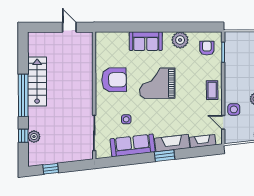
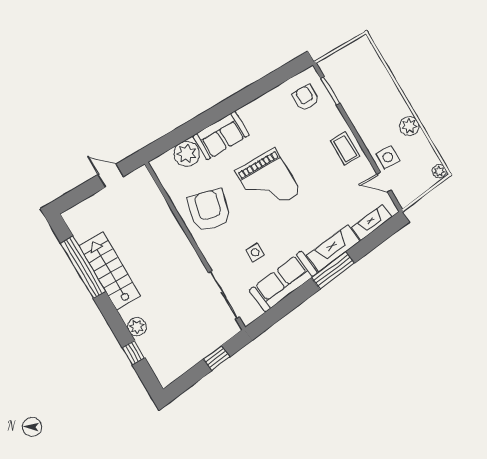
plant: (180, 40) -> (187, 154), moved
armchair: (114, 80) -> (209, 210), turned -74
grand piano: (157, 83) -> (268, 182), turned -90
window: (23, 95) -> (83, 267), moved
plant: (34, 137) -> (137, 327), moved
window: (165, 156) -> (333, 270), width x1.44
window: (51, 169) -> (217, 358), moved

